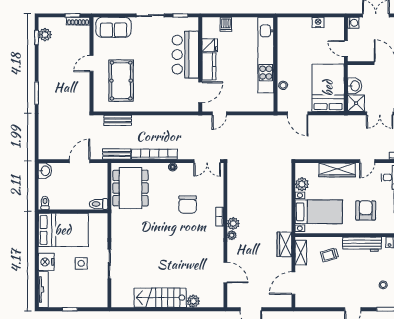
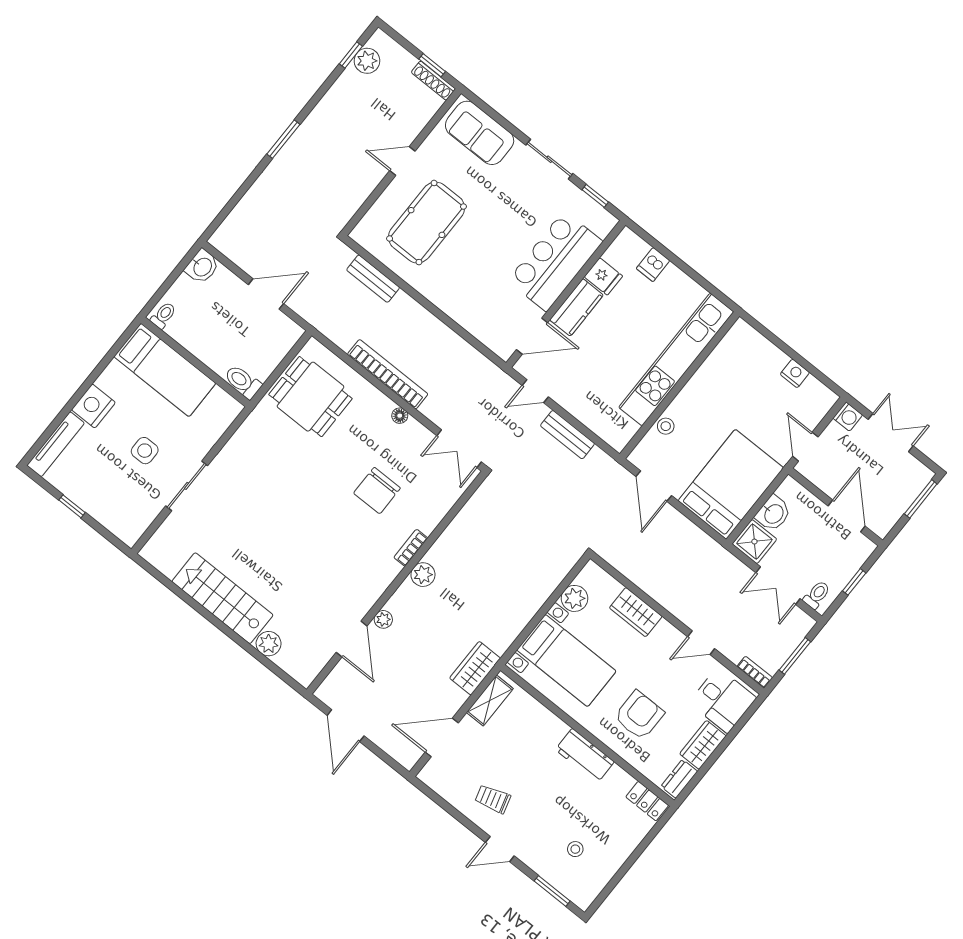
bench: (117, 154) -> (567, 435), moved
wardrobe: (337, 170) -> (636, 612), width x0.67
dining table: (131, 188) -> (310, 397), width x0.73
bed: (63, 230) -> (165, 370), width x0.67
plant: (232, 235) -> (383, 619), moved
workbench: (362, 244) -> (585, 756), width x0.73
trolley: (329, 255) -> (493, 799), moved

